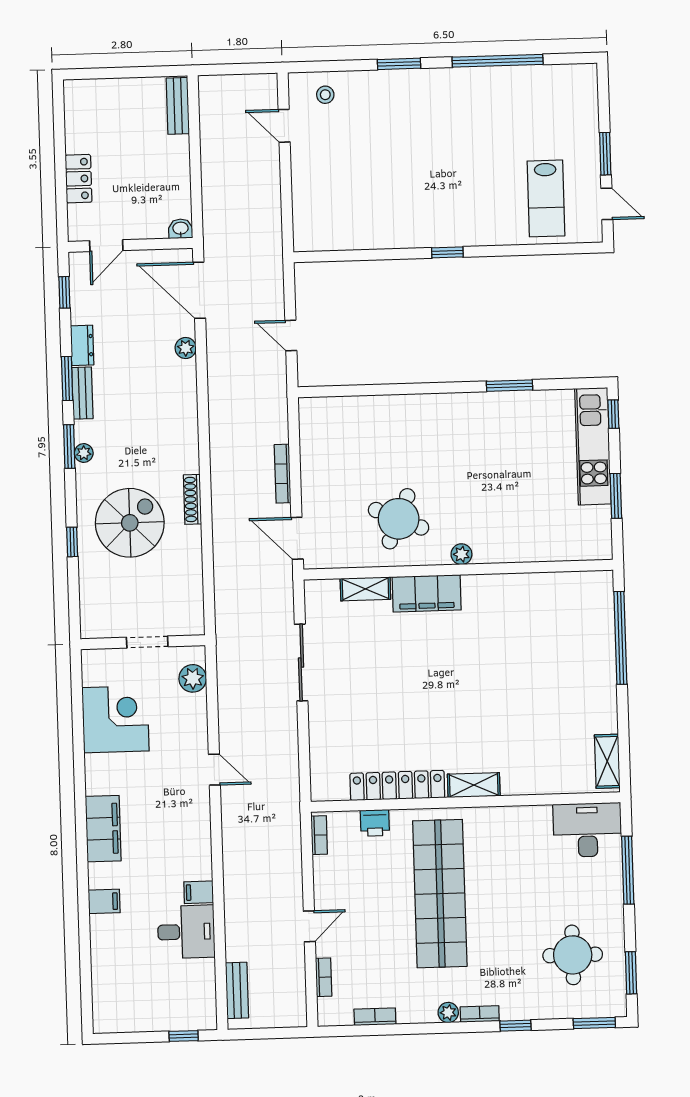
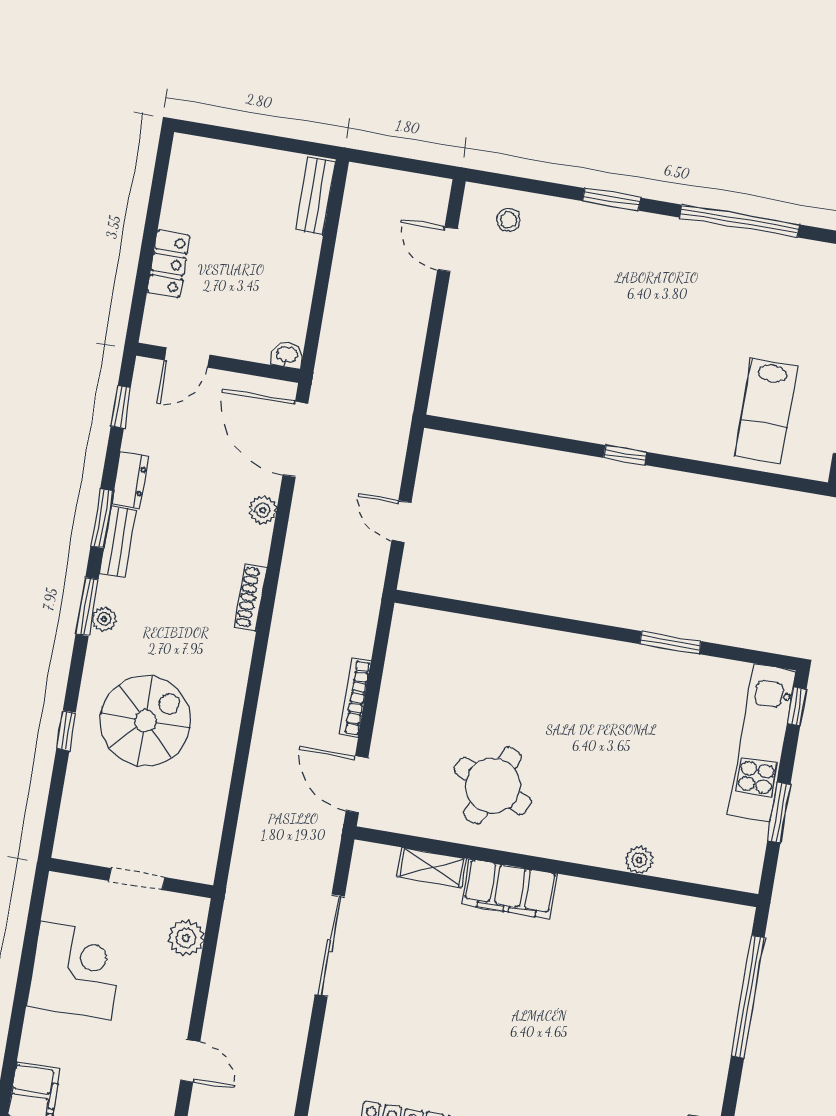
shoe rack: (192, 499) -> (251, 597), moved
plant: (461, 554) -> (639, 860), moved

